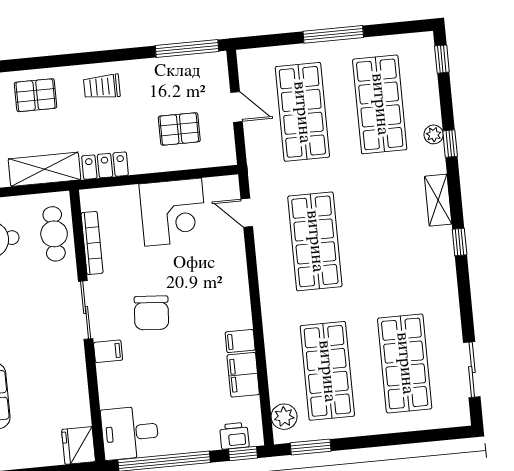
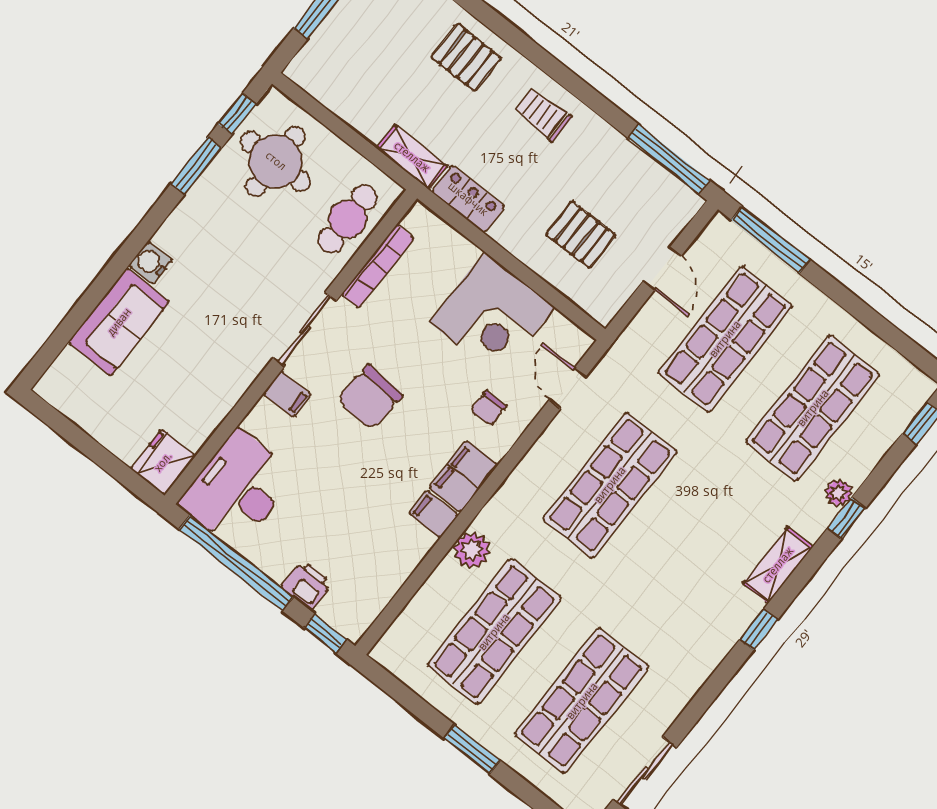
window: (333, 34) -> (771, 240), moved
shelving: (44, 169) -> (412, 157), width x0.67, depth x0.75
chair: (216, 261) -> (488, 408), added
filing cabinet: (243, 375) -> (464, 476), moved
plant: (284, 417) -> (472, 550), moved
desk: (130, 433) -> (237, 489), width x1.37
printer: (234, 436) -> (307, 585), moved
window: (311, 447) -> (472, 749), moved

